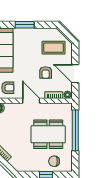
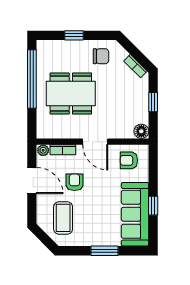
coffee table: (54, 48) -> (63, 218), turned 90
window: (75, 130) -> (32, 79), moved
chair: (54, 161) -> (101, 56), moved

